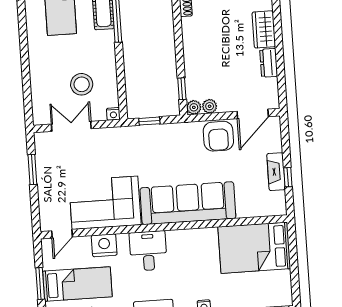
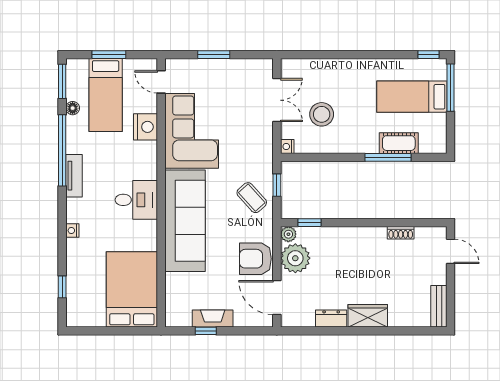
plant: (210, 106) -> (295, 258), width x1.87, depth x1.87
coffee table: (163, 143) -> (252, 198), added
window: (32, 169) -> (214, 55), moved
desk: (148, 251) -> (136, 200), moved

